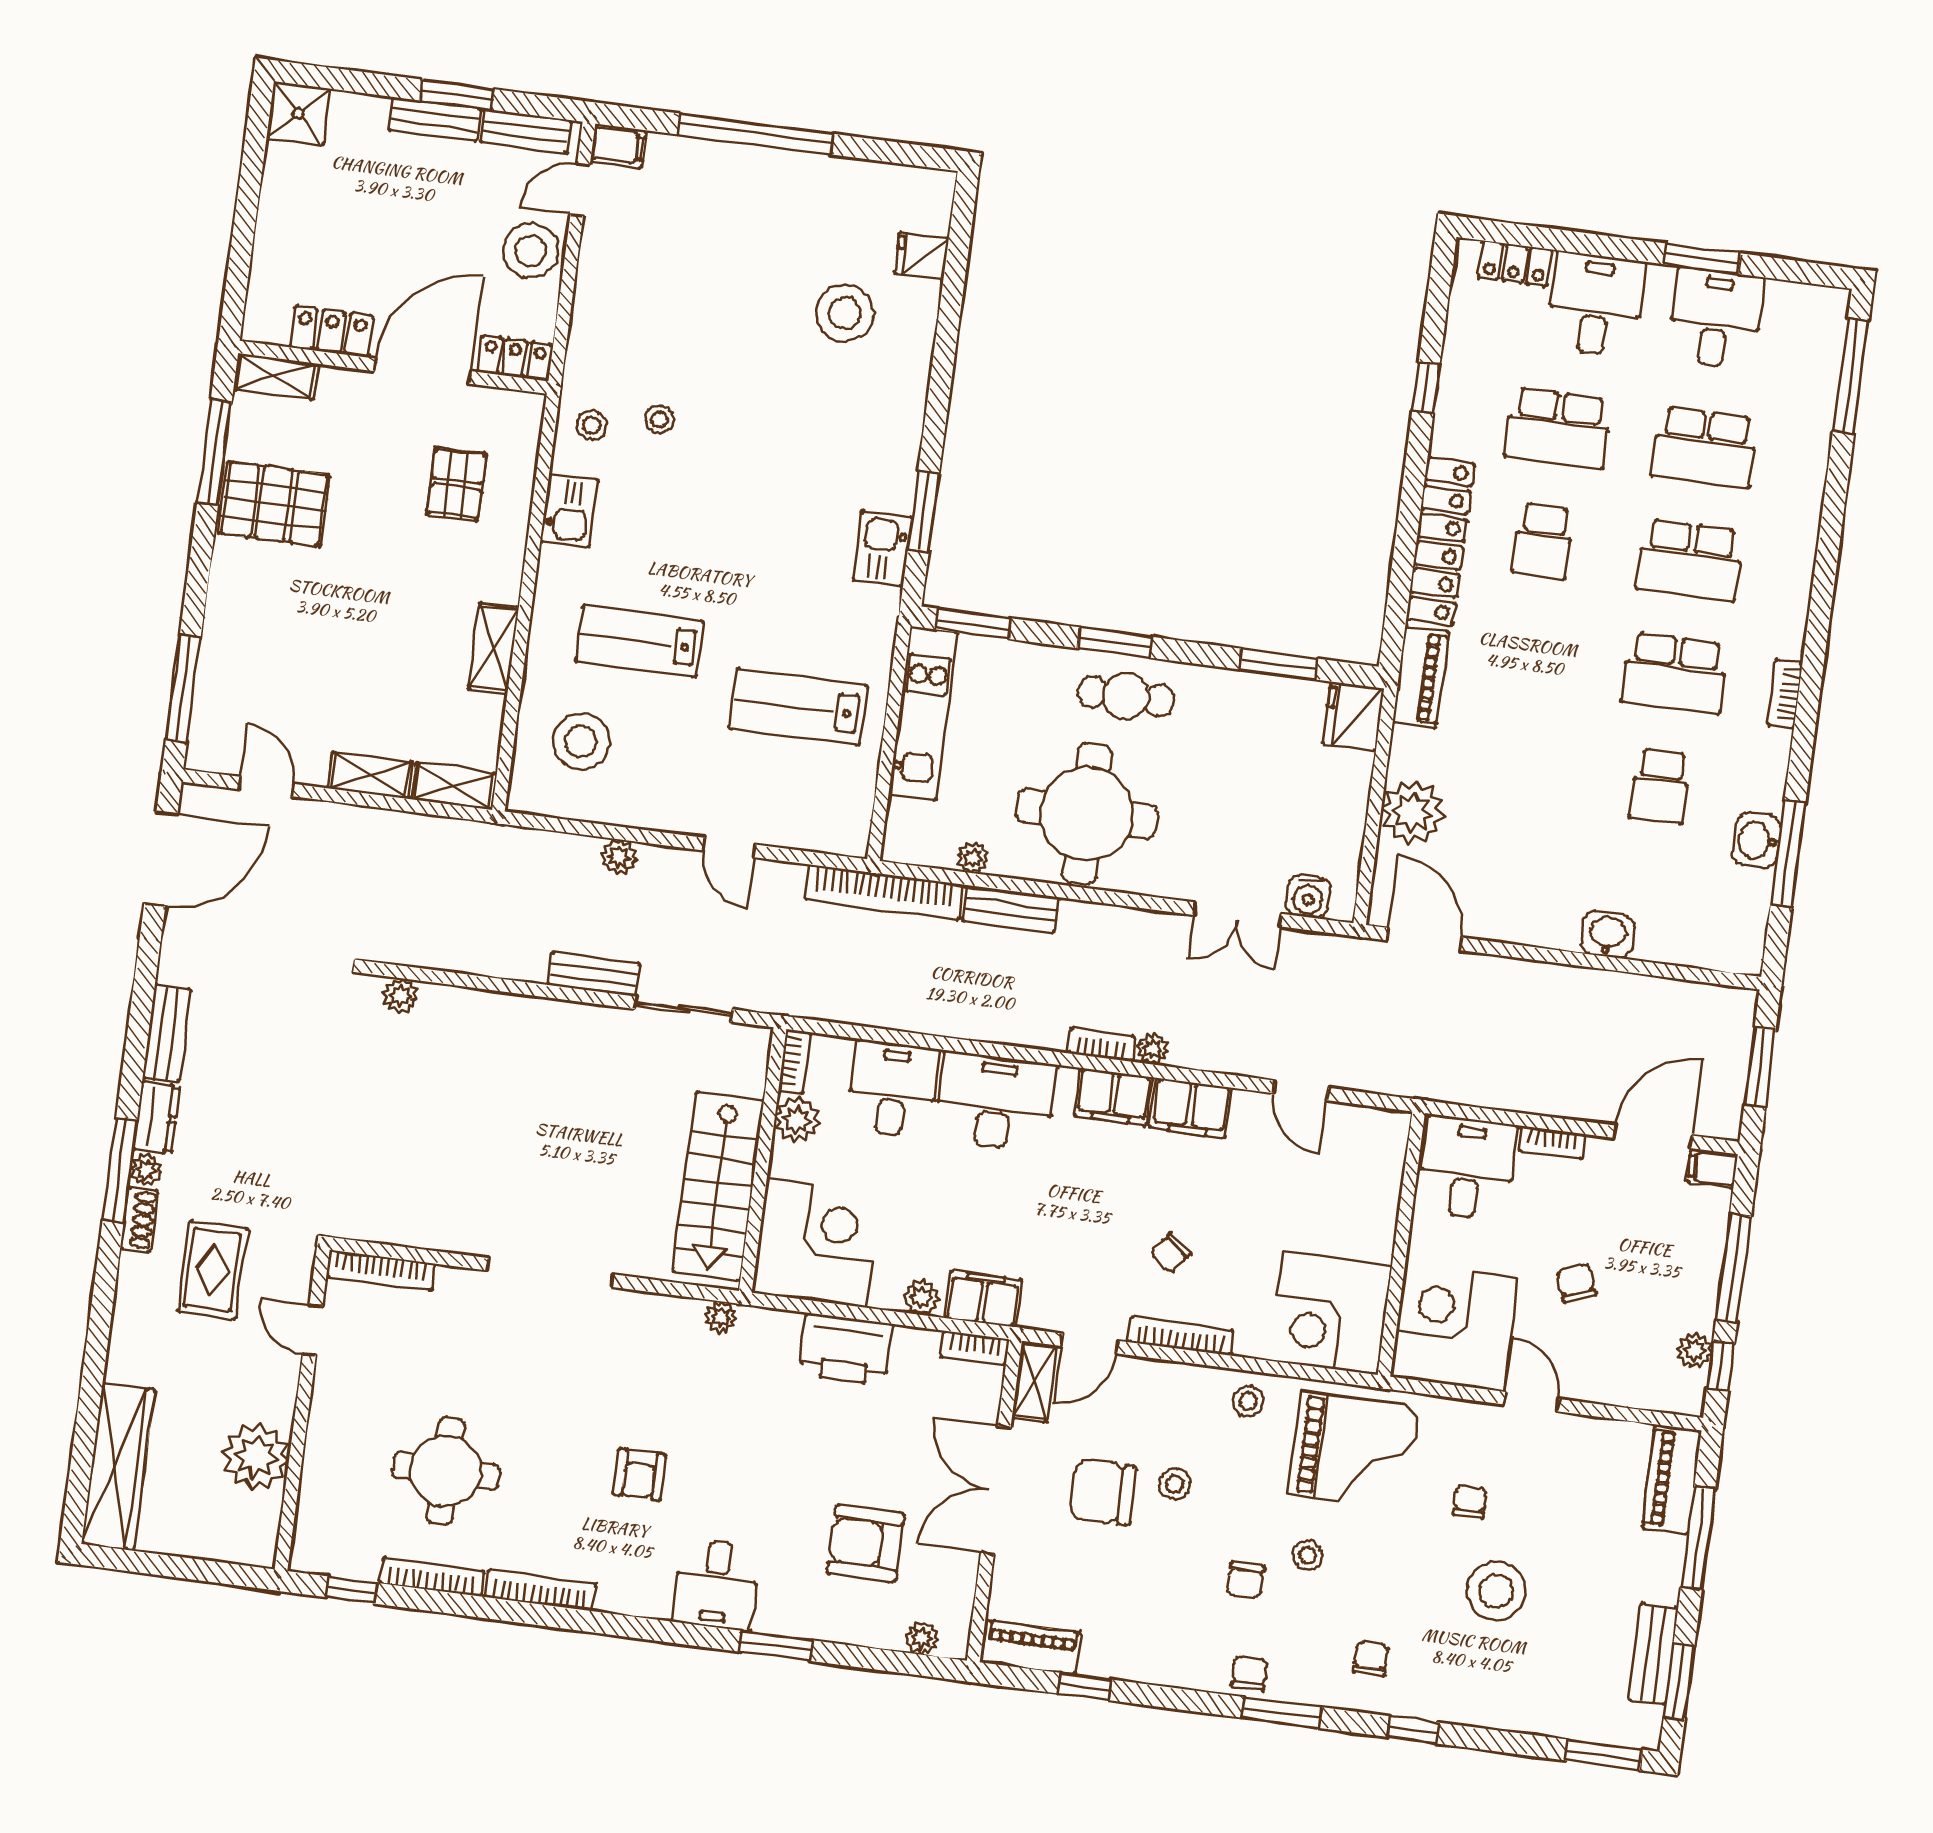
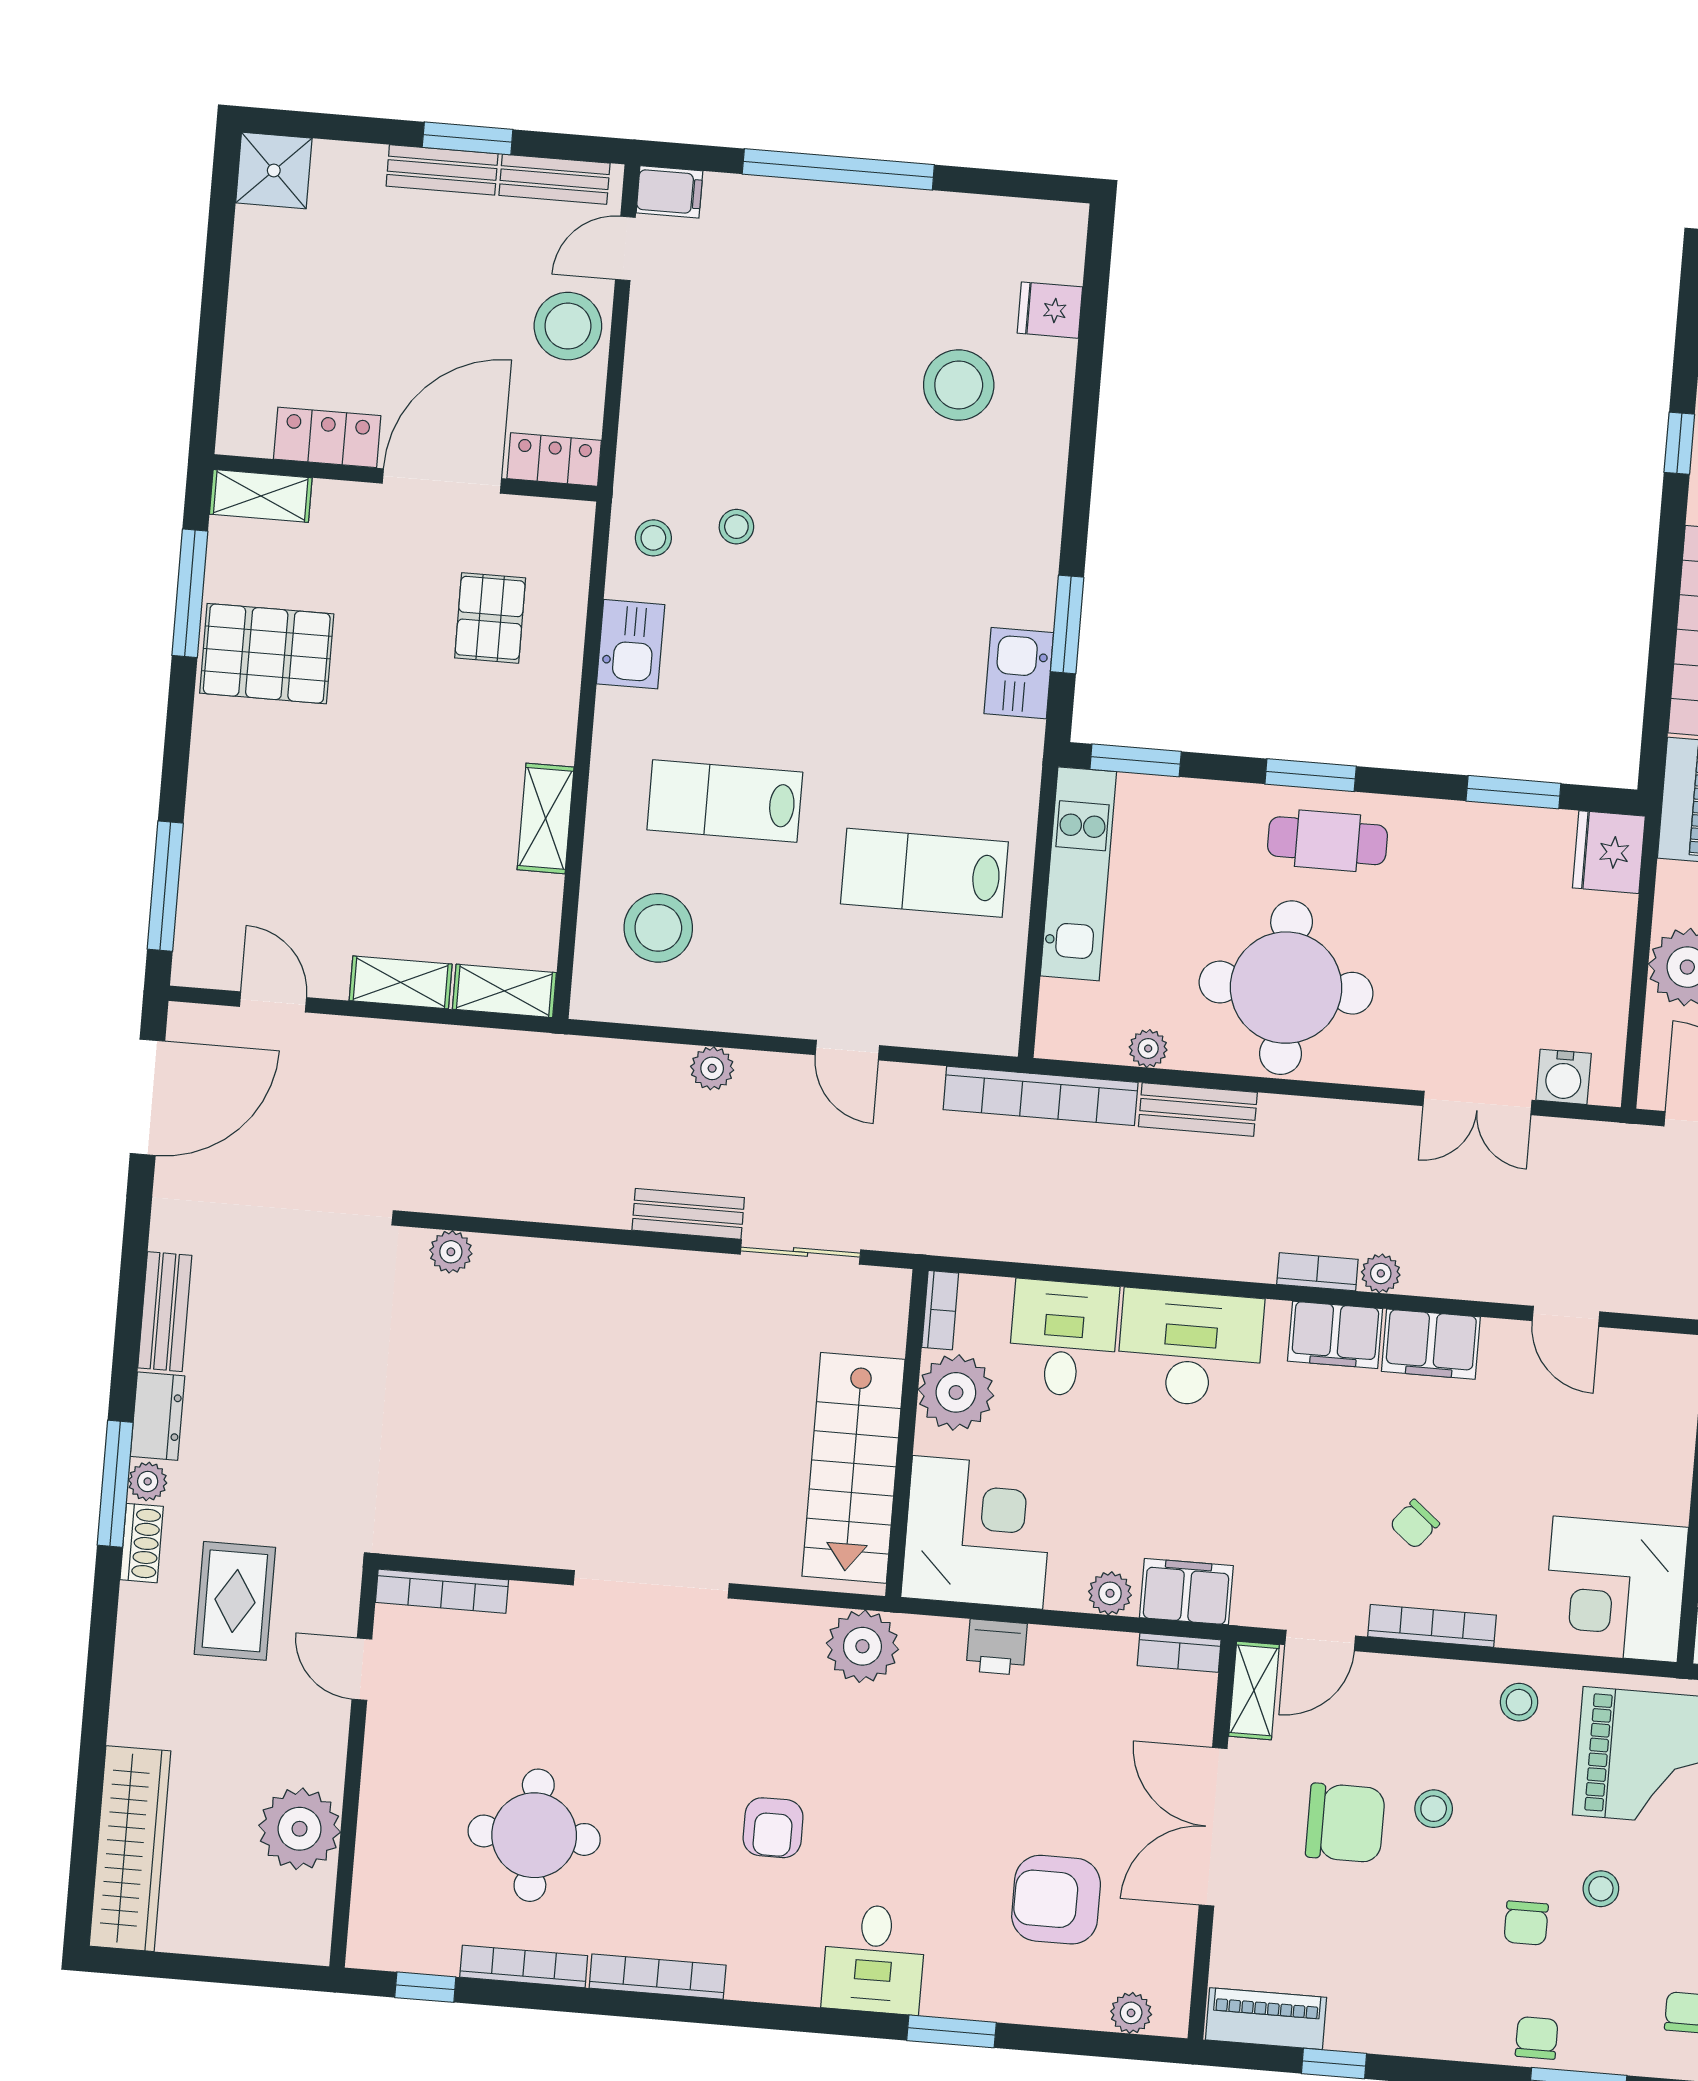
plant: (797, 1120) -> (956, 1392), width x1.36, depth x1.36
plant: (720, 1317) -> (862, 1646), width x1.88, depth x1.88
printer: (846, 1349) -> (997, 1647), width x0.53, depth x0.68
chair: (1103, 1492) -> (1345, 1823), turned 180

